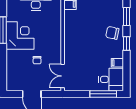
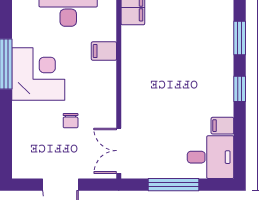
filing cabinet: (55, 23) -> (104, 51), added
chair: (112, 33) -> (213, 69), removed
window: (103, 94) -> (173, 185), moved

